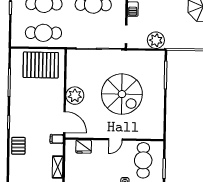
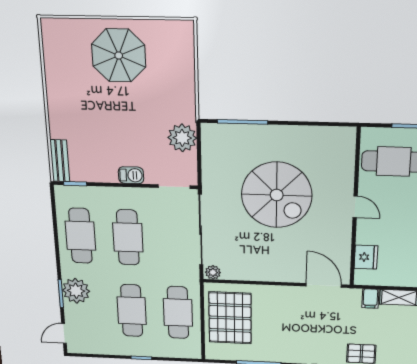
spiral stairs: (122, 94) -> (277, 195), turned 90
plant: (75, 96) -> (213, 272), moved, width x0.53, depth x0.53
door: (64, 122) -> (324, 285), hinge flipped
filing cabinet: (57, 139) -> (370, 298), moved

